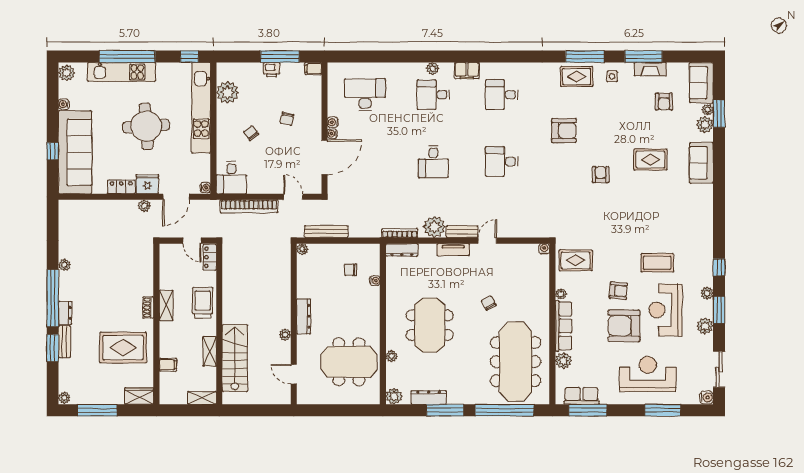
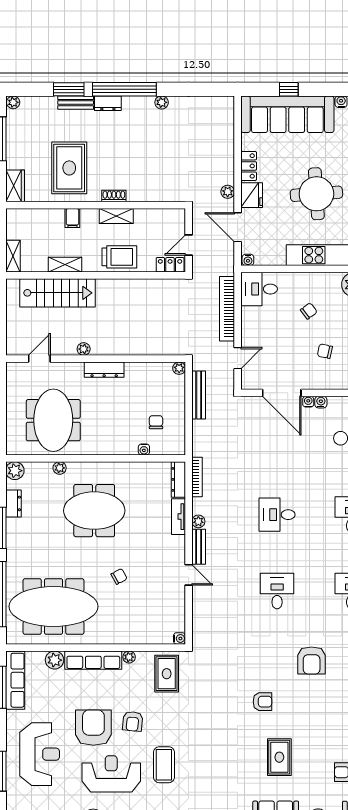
plant: (434, 227) -> (198, 521), width x0.53, depth x0.53
tv unit: (453, 250) -> (178, 517), moved
filing cabinet: (168, 365) -> (72, 218), moved
row of seats: (582, 396) -> (15, 680), width x1.48
dresser: (429, 397) -> (13, 503), width x0.70

